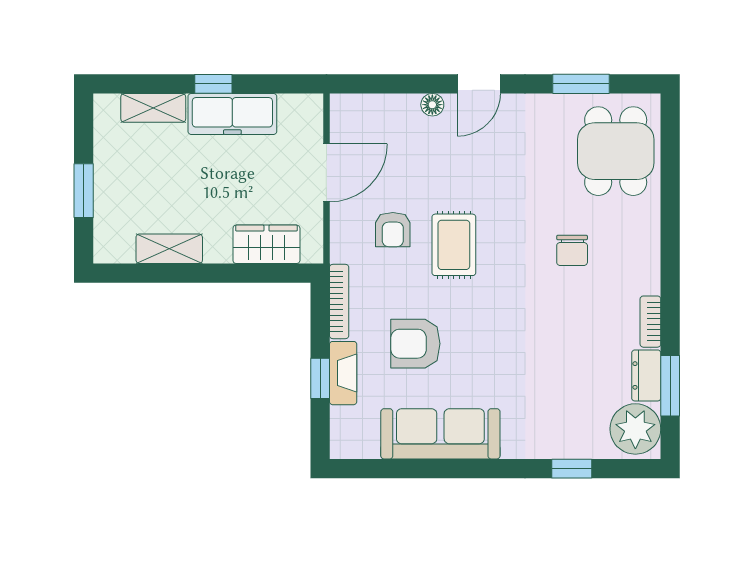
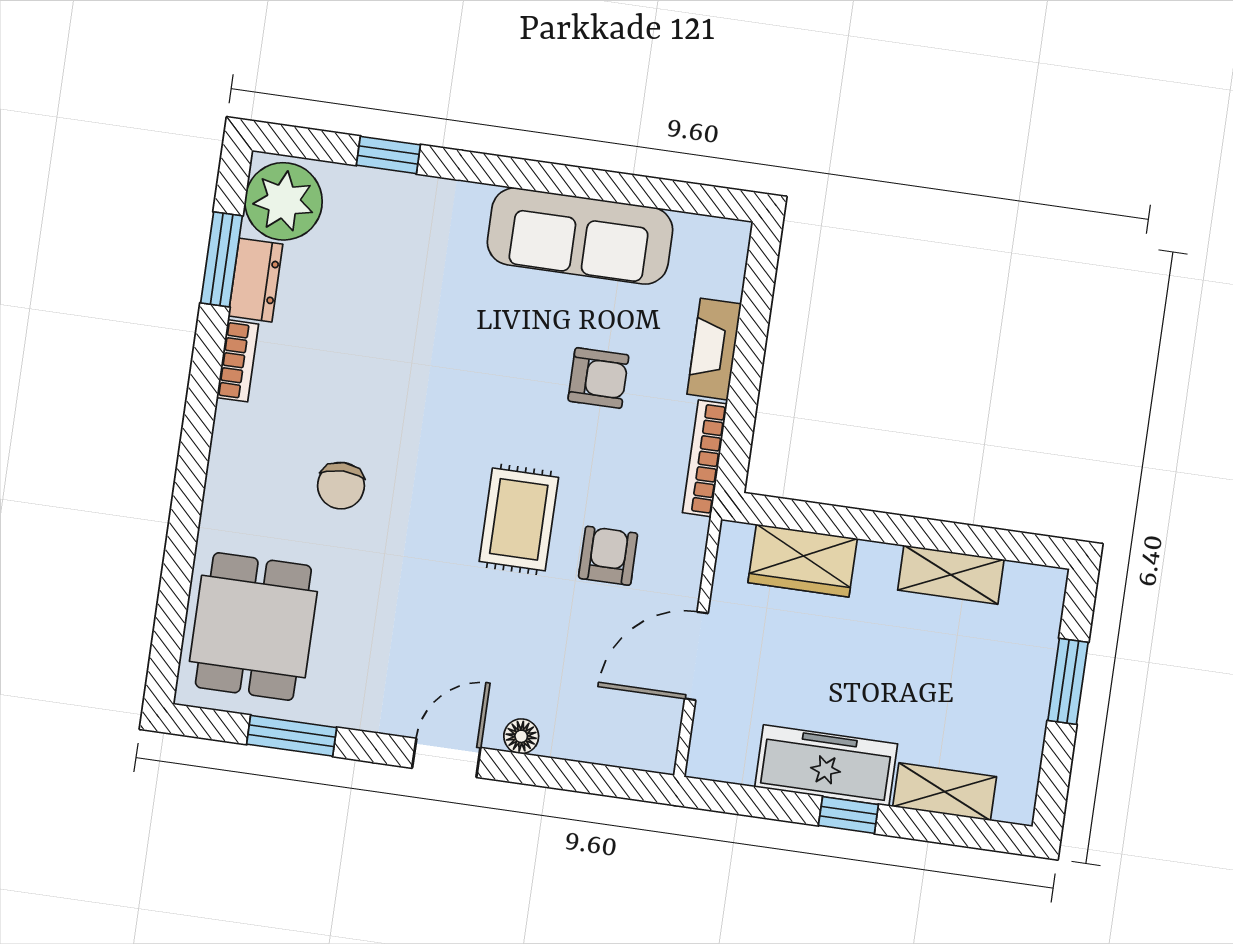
chair: (572, 250) -> (341, 486), turned 180
armchair: (415, 344) -> (598, 378), width x0.72, depth x0.72
window: (320, 378) -> (750, 346), removed

